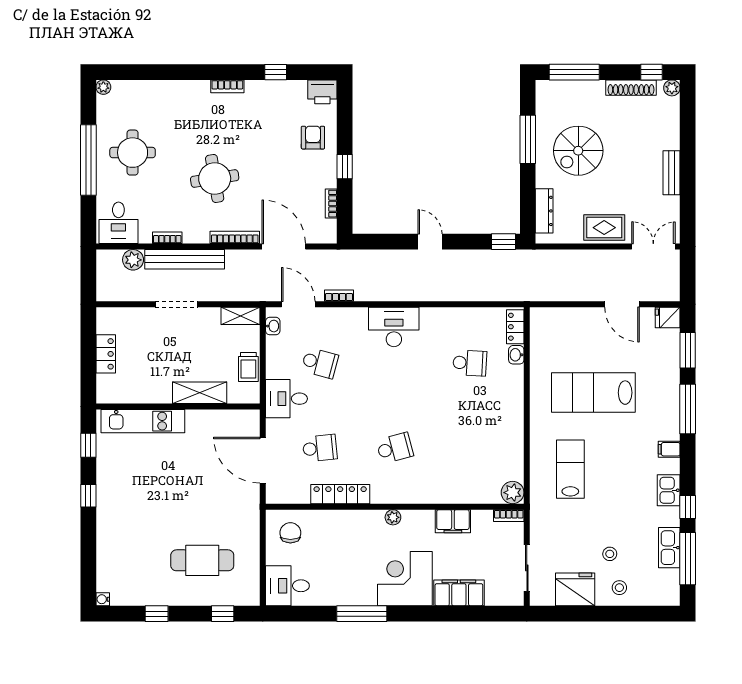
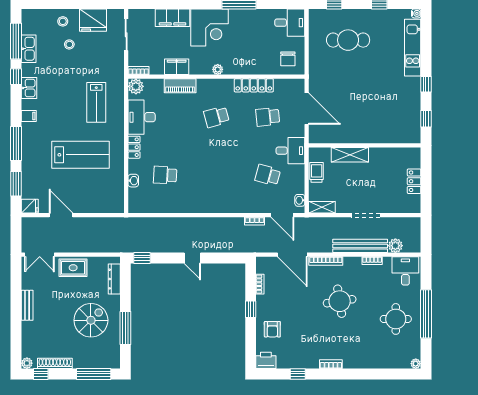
desk: (394, 327) -> (142, 117), moved, turned 90
locker: (515, 327) -> (134, 147), moved
kitchen unit: (143, 421) -> (413, 48), moved, turned -90
piano: (448, 494) -> (180, 86), added

